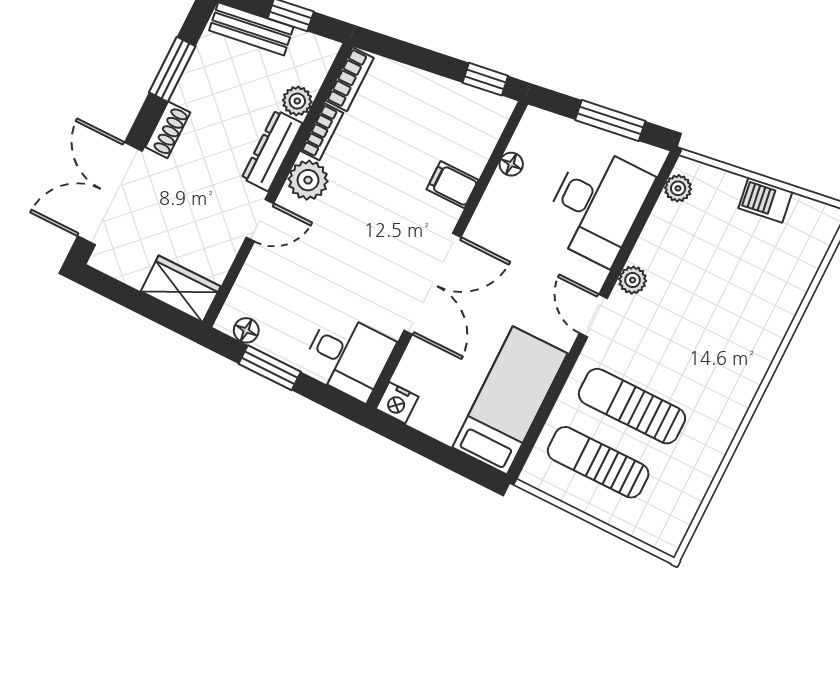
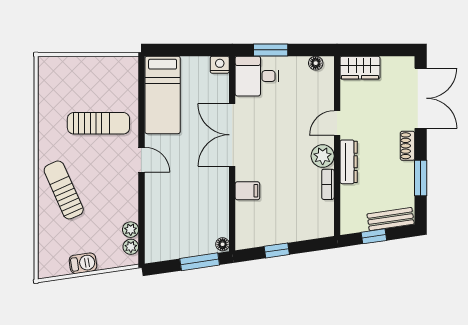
bookcase: (350, 79) -> (327, 218), removed
window: (485, 79) -> (277, 250), moved
plant: (297, 101) -> (348, 194), removed
window: (610, 120) -> (200, 262), moved
floor lamp: (511, 164) -> (223, 244), moved
desk: (597, 205) -> (168, 217), removed
plant: (633, 280) -> (131, 230), moved
window: (270, 368) -> (271, 50), moved
sun lounger: (598, 462) -> (64, 190), moved, turned -114

